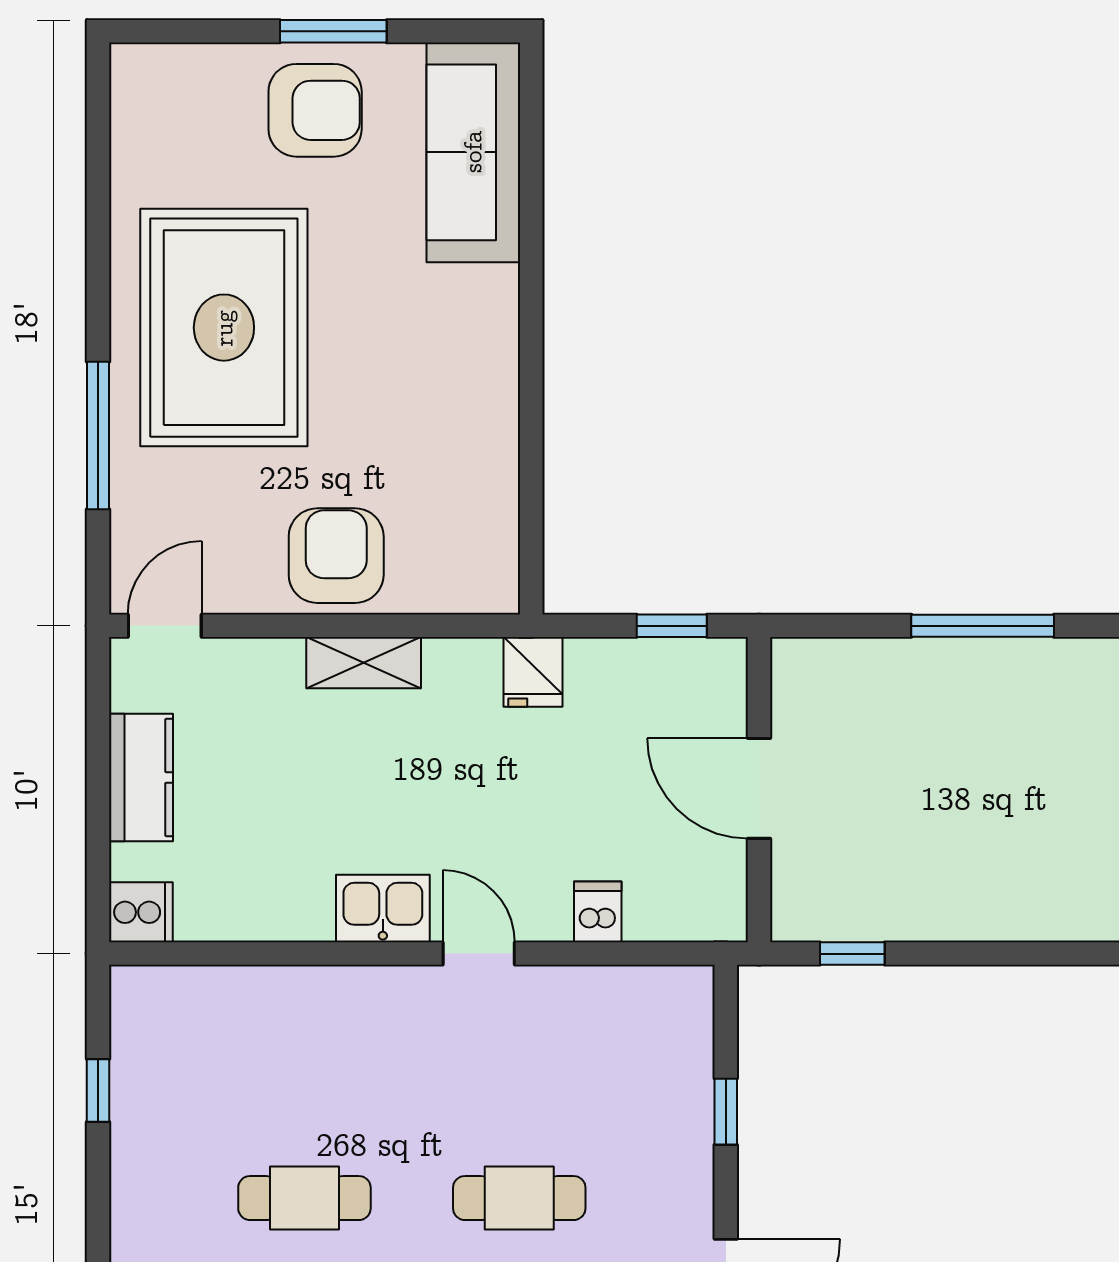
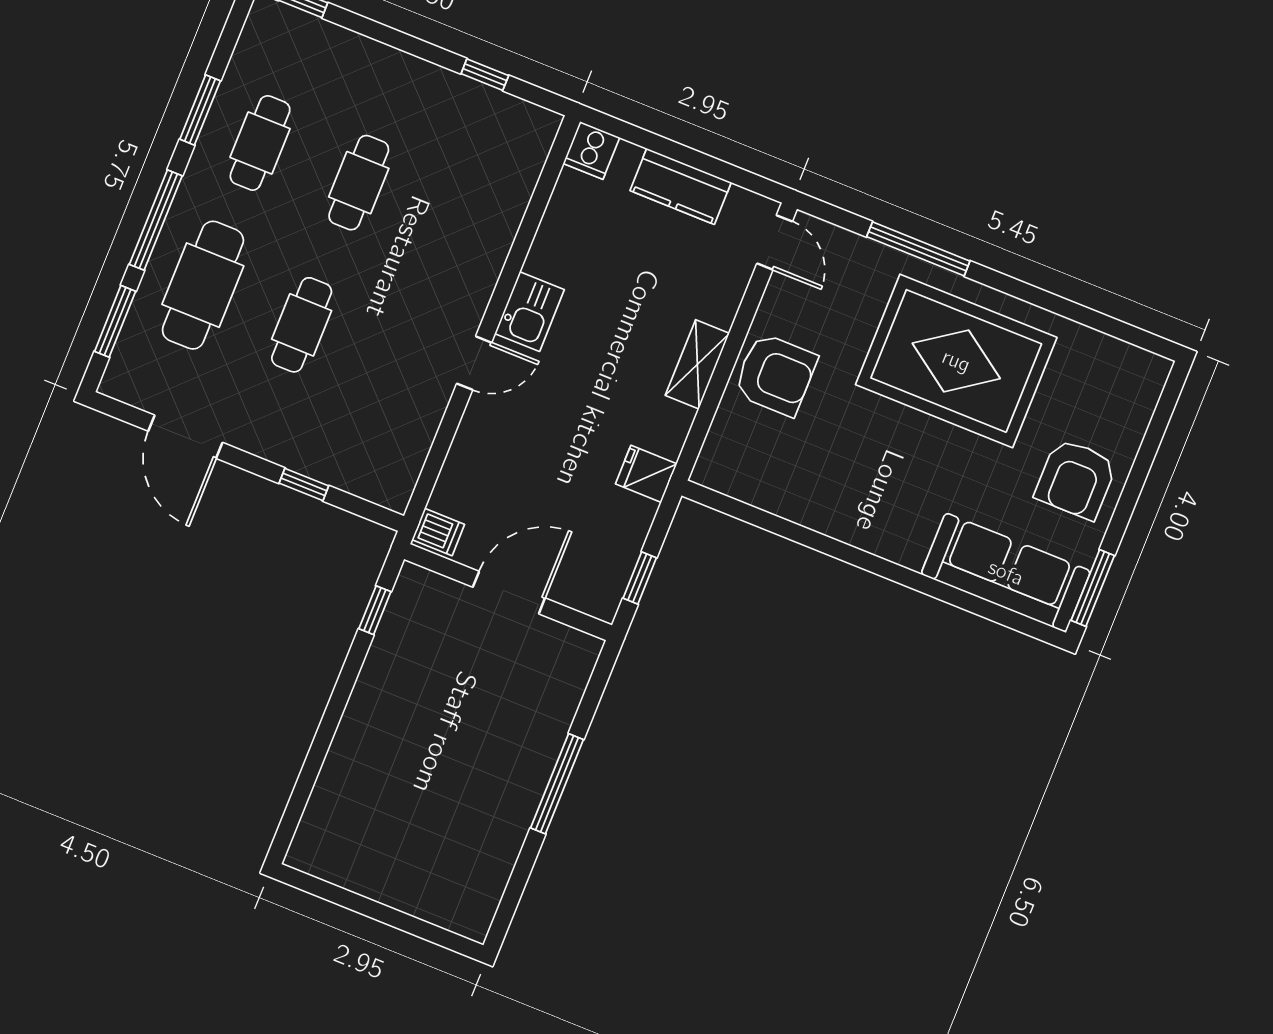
window: (333, 31) -> (1093, 588), moved
dishwasher: (598, 912) -> (438, 532), moved

